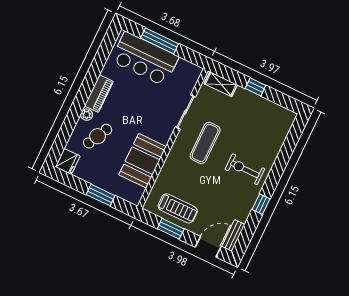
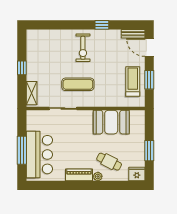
window: (101, 195) -> (149, 151), moved

